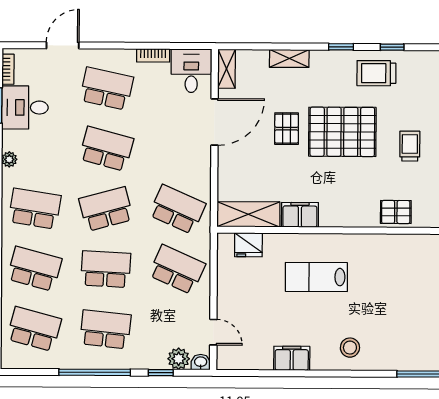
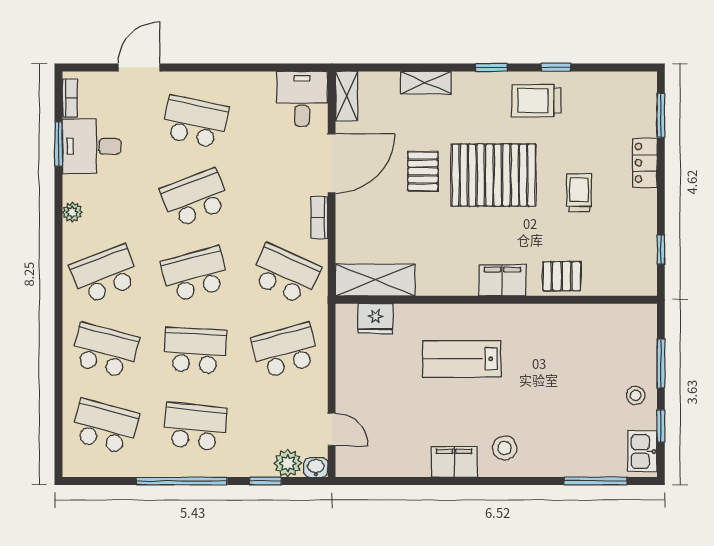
bookcase: (153, 55) -> (319, 217), moved, turned 90
school desk: (106, 149) -> (195, 198), turned -36
school desk: (35, 209) -> (105, 274), turned -30
filing cabinet: (300, 215) -> (502, 280), moved
school desk: (177, 270) -> (285, 350), turned -39
filing cabinet: (292, 358) -> (454, 462), moved

